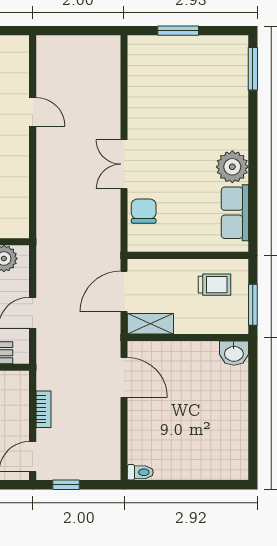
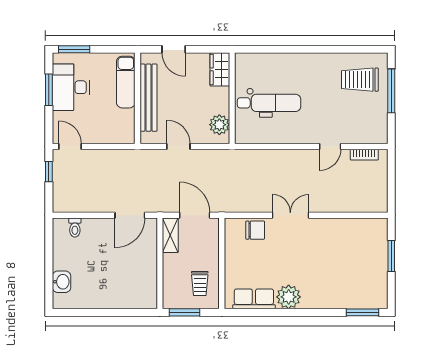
washbasin: (234, 353) -> (62, 282), moved, turned 180
bookcase: (43, 409) -> (364, 155), moved
toilet: (140, 472) -> (75, 228), moved

